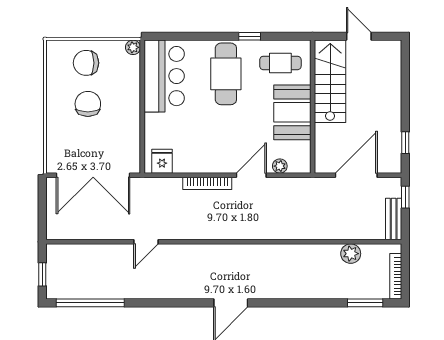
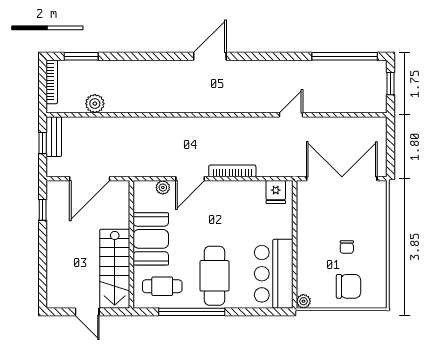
window: (250, 36) -> (192, 312), width x3.17
chair: (88, 104) -> (347, 247), width x0.54, depth x0.54
window: (405, 197) -> (43, 143), moved

